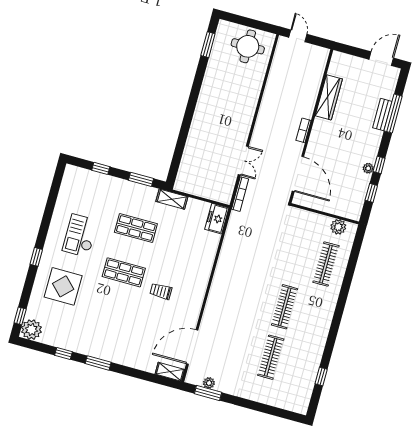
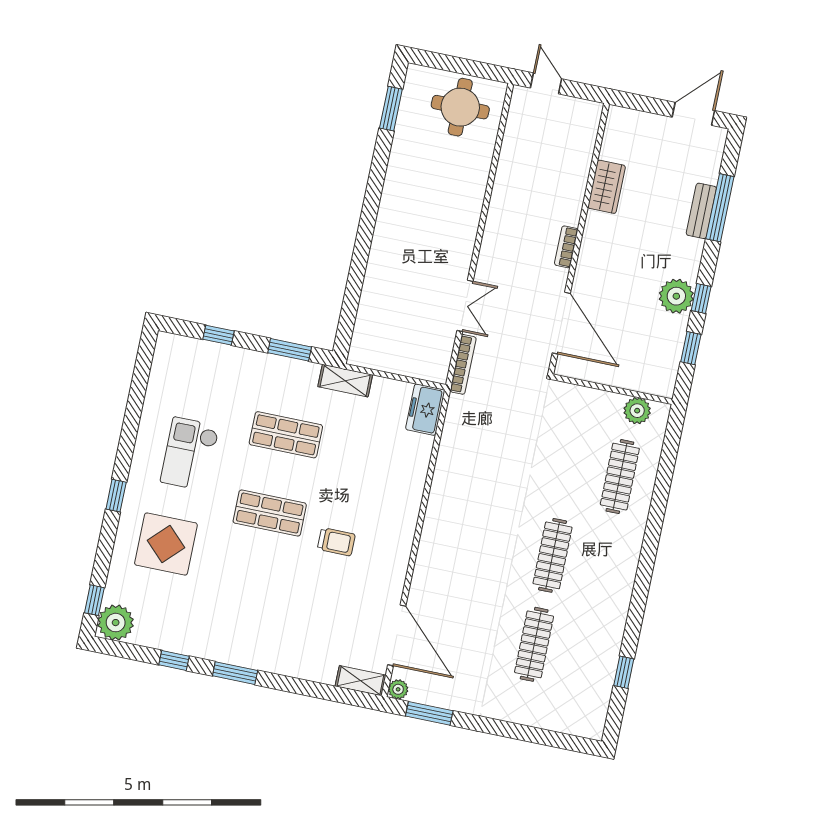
wardrobe: (329, 97) -> (607, 187), width x0.67
plant: (368, 168) -> (676, 296), width x1.88, depth x1.88
trolley: (161, 291) -> (336, 542), turned 180
door: (192, 347) -> (397, 635), swing flipped
plant: (209, 383) -> (398, 689), moved

